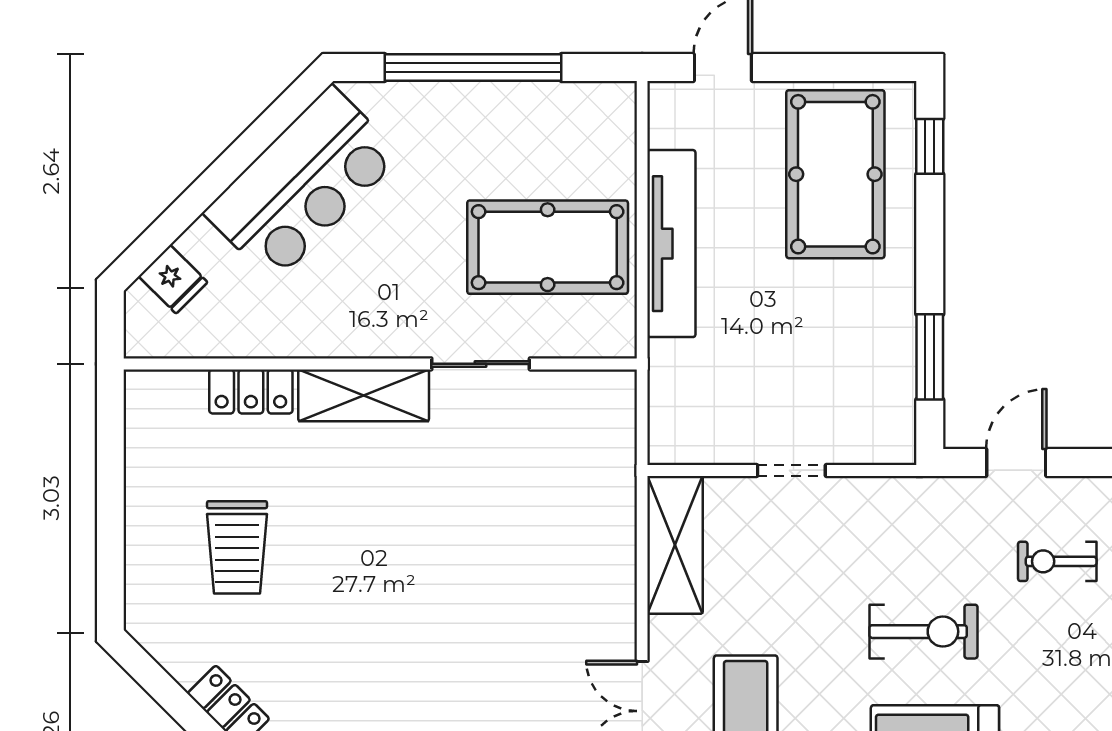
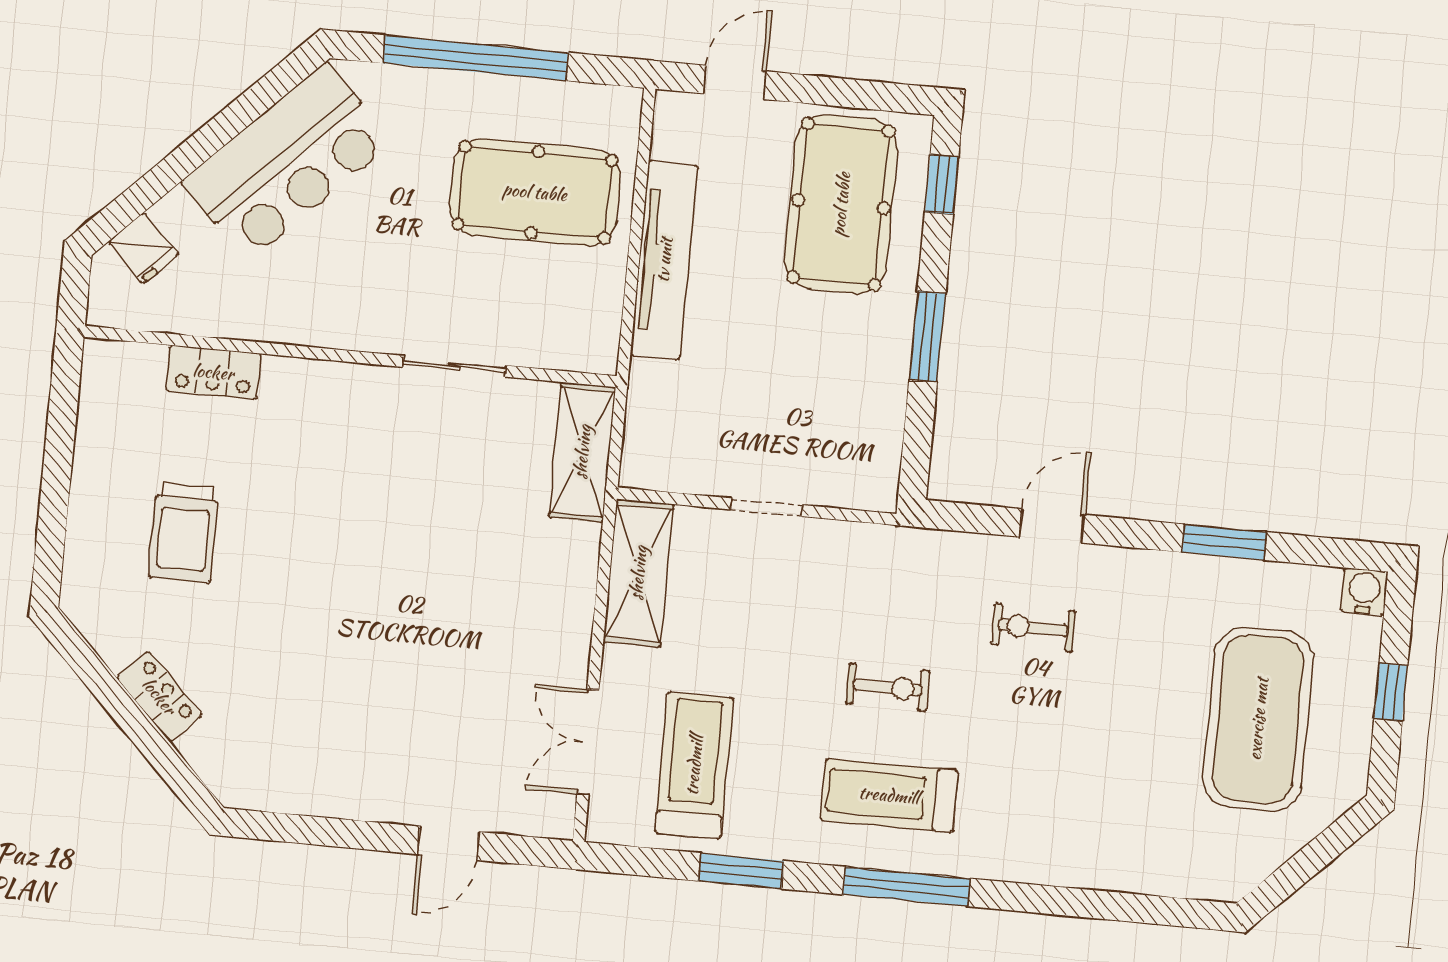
pool table: (548, 247) -> (535, 192), moved
window: (930, 357) -> (927, 336), moved
shelving: (364, 395) -> (582, 452), moved, turned 90
door: (1016, 462) -> (1052, 526), moved
exercise bike: (923, 632) -> (888, 687), width x0.73, depth x0.72

